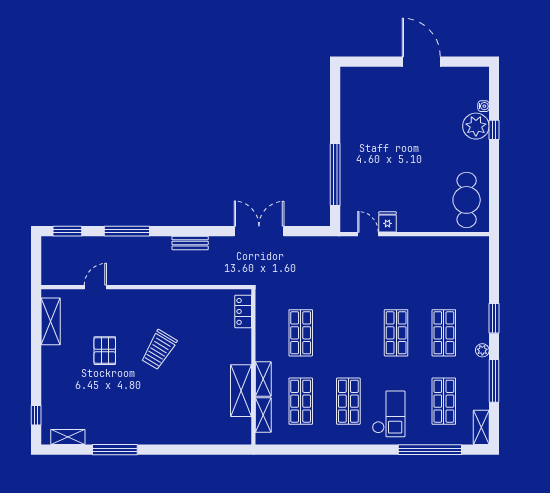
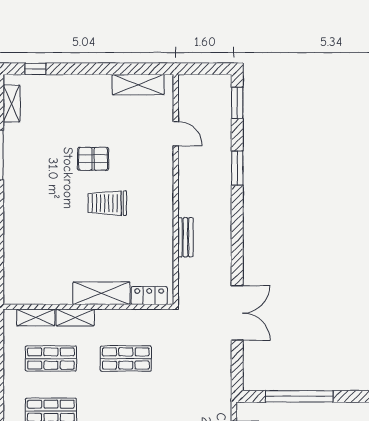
window: (127, 231) -> (237, 168), width x0.69
bench: (190, 243) -> (185, 237), moved
trolley: (159, 350) -> (107, 203), turned -31
pallet: (105, 351) -> (93, 159), moved
shelving: (241, 391) -> (101, 293), moved

